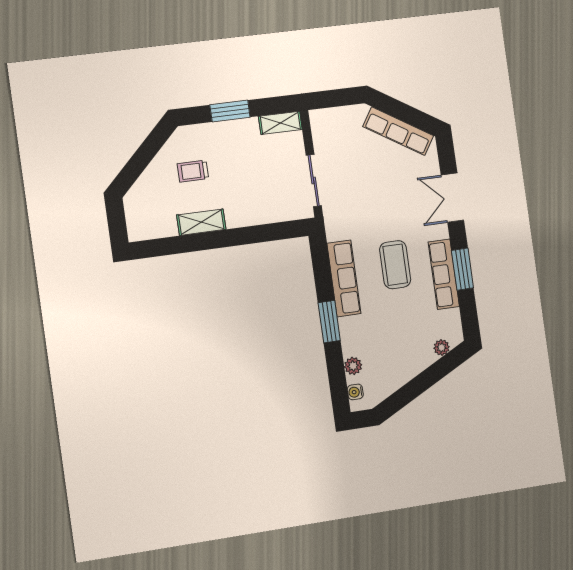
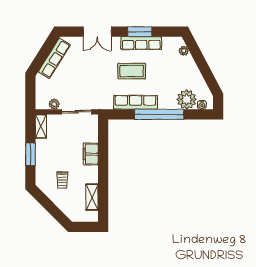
plant: (321, 141) -> (54, 104), added
filing cabinet: (245, 214) -> (91, 154), added
shelving: (201, 222) -> (92, 197), moved
window: (329, 322) -> (159, 114), width x2.11
plant: (353, 366) -> (187, 99), width x1.87, depth x1.87

